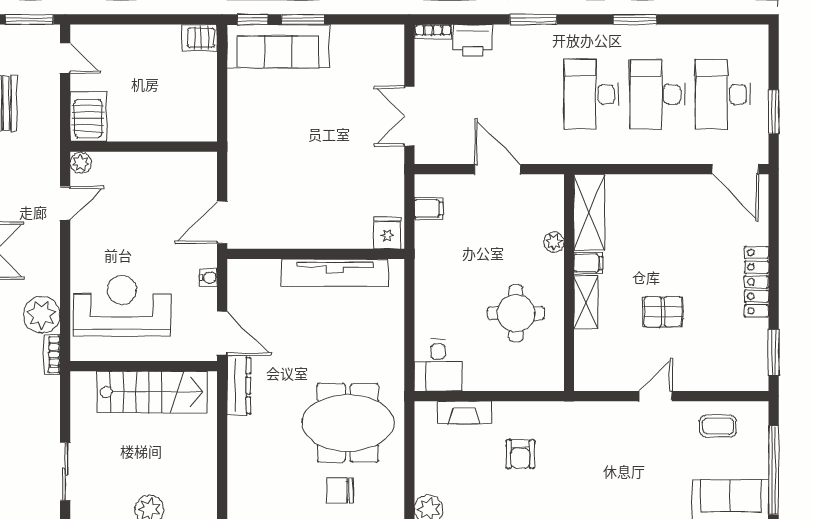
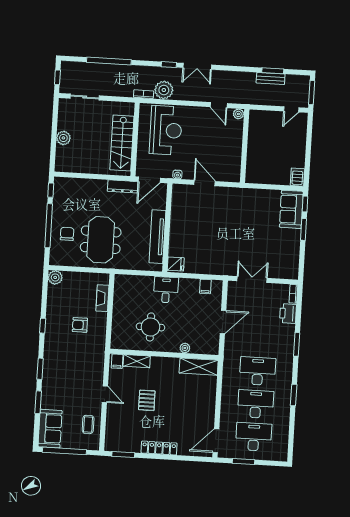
sofa: (278, 46) -> (291, 209), width x0.73
server rack: (88, 116) -> (261, 119), removed
fridge: (387, 233) -> (176, 264), moved
wall: (316, 254) -> (167, 228), moved
filing cabinet: (588, 263) -> (117, 361), moved
tv unit: (335, 273) -> (157, 237), moved
shelving: (586, 302) -> (137, 361), moved
desk: (438, 366) -> (166, 290), moved, turned 90

